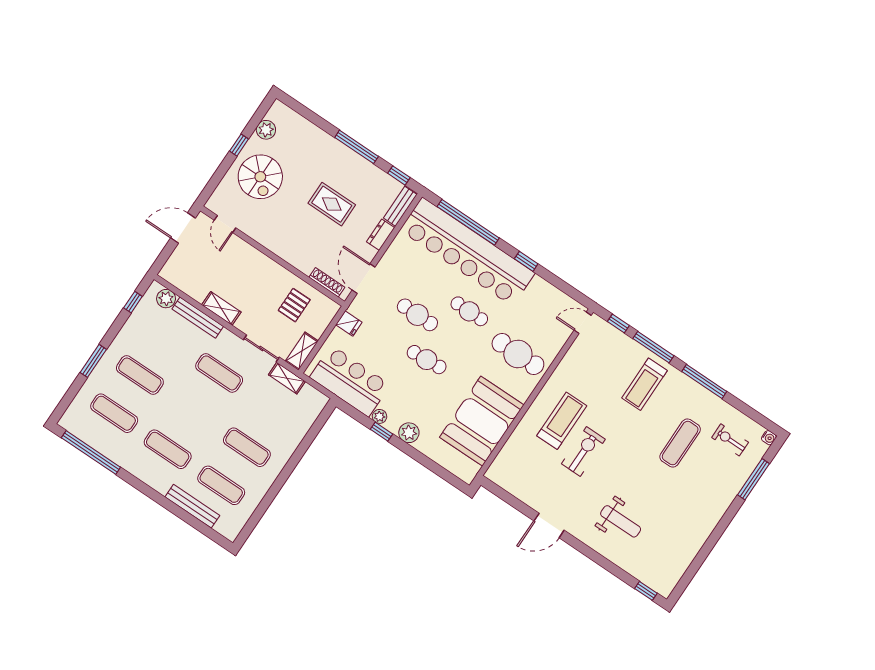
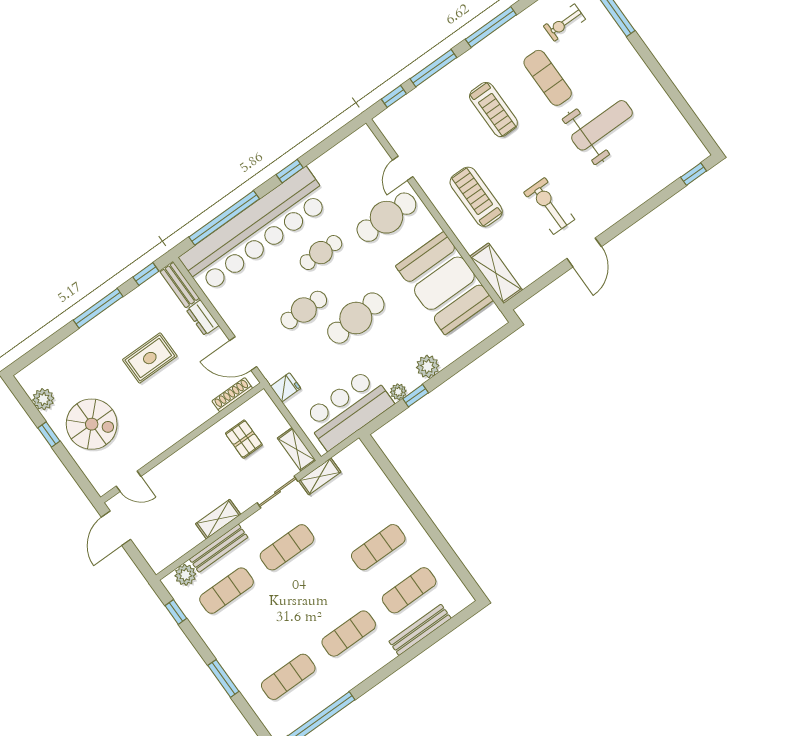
door: (583, 323) -> (403, 168), moved
cafe table: (427, 360) -> (356, 318), width x1.37, depth x1.35
exercise mat: (140, 375) -> (227, 591), moved
treadmill: (644, 384) -> (493, 110), moved
exercise bike: (583, 452) -> (549, 206), moved
shelving: (505, 460) -> (496, 273), added
weight bench: (621, 521) -> (602, 125), moved, width x1.36, depth x1.33

